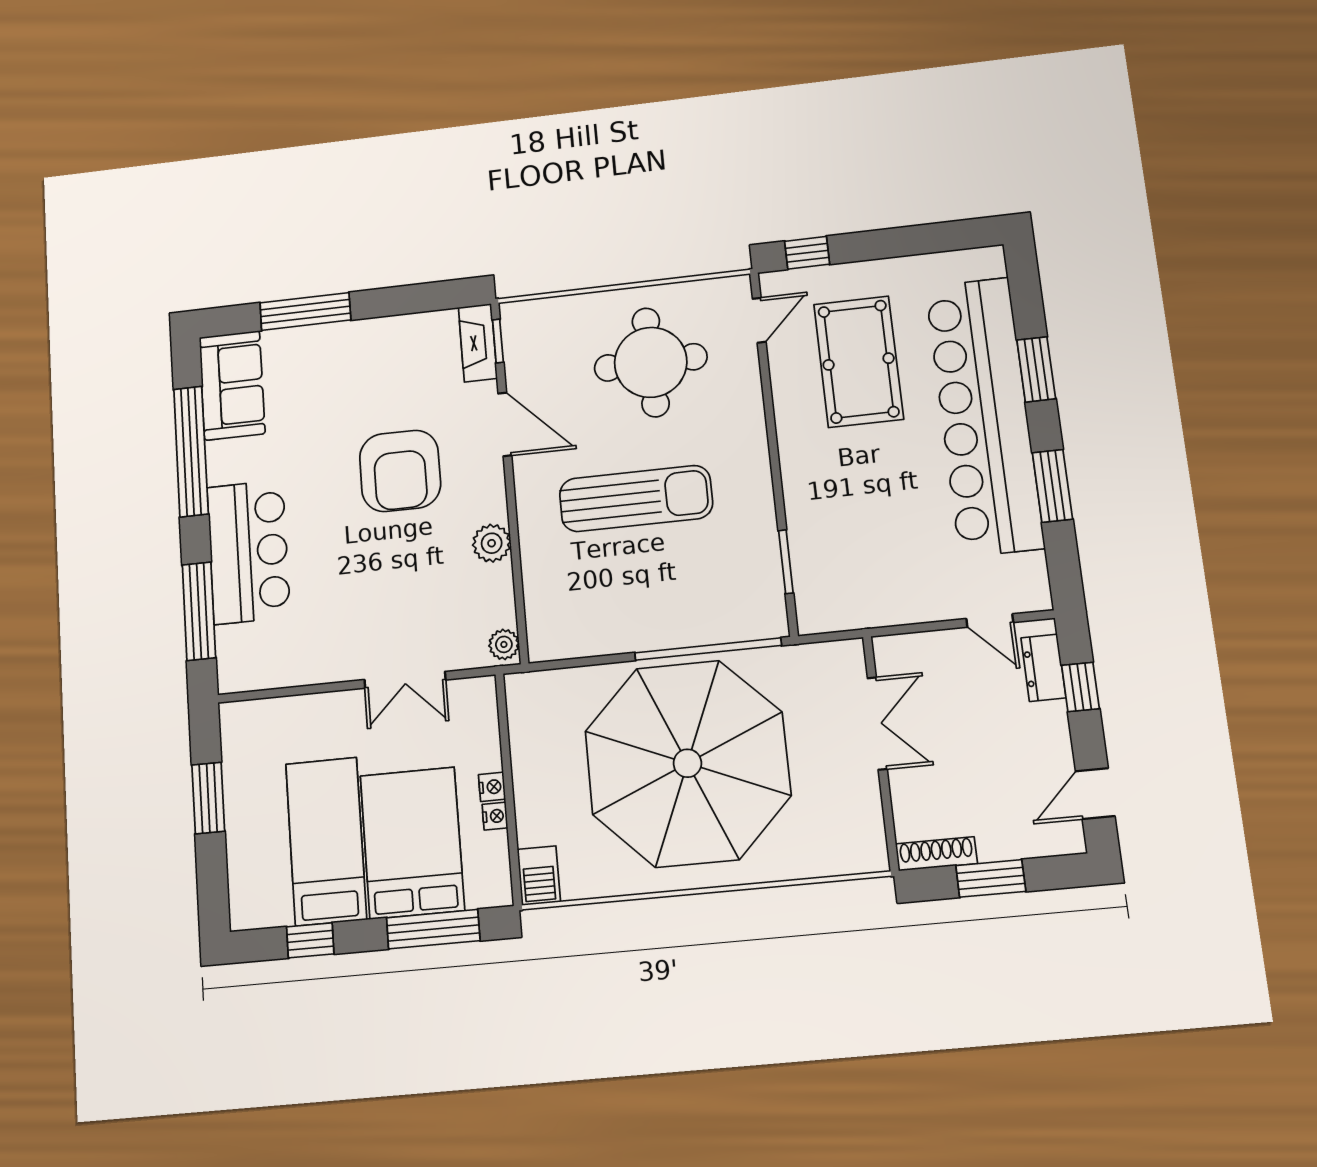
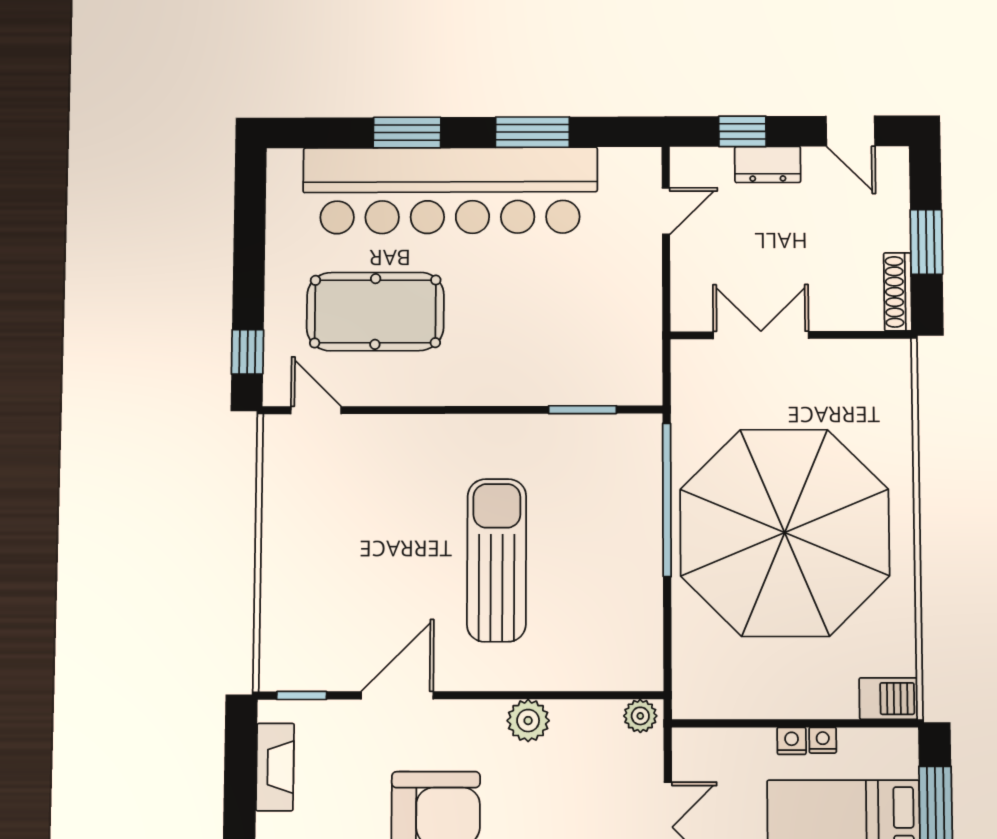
fireplace: (478, 343) -> (275, 767), moved, turned -90
round table: (651, 362) -> (348, 530), removed
dresser: (1043, 668) -> (768, 164), moved

